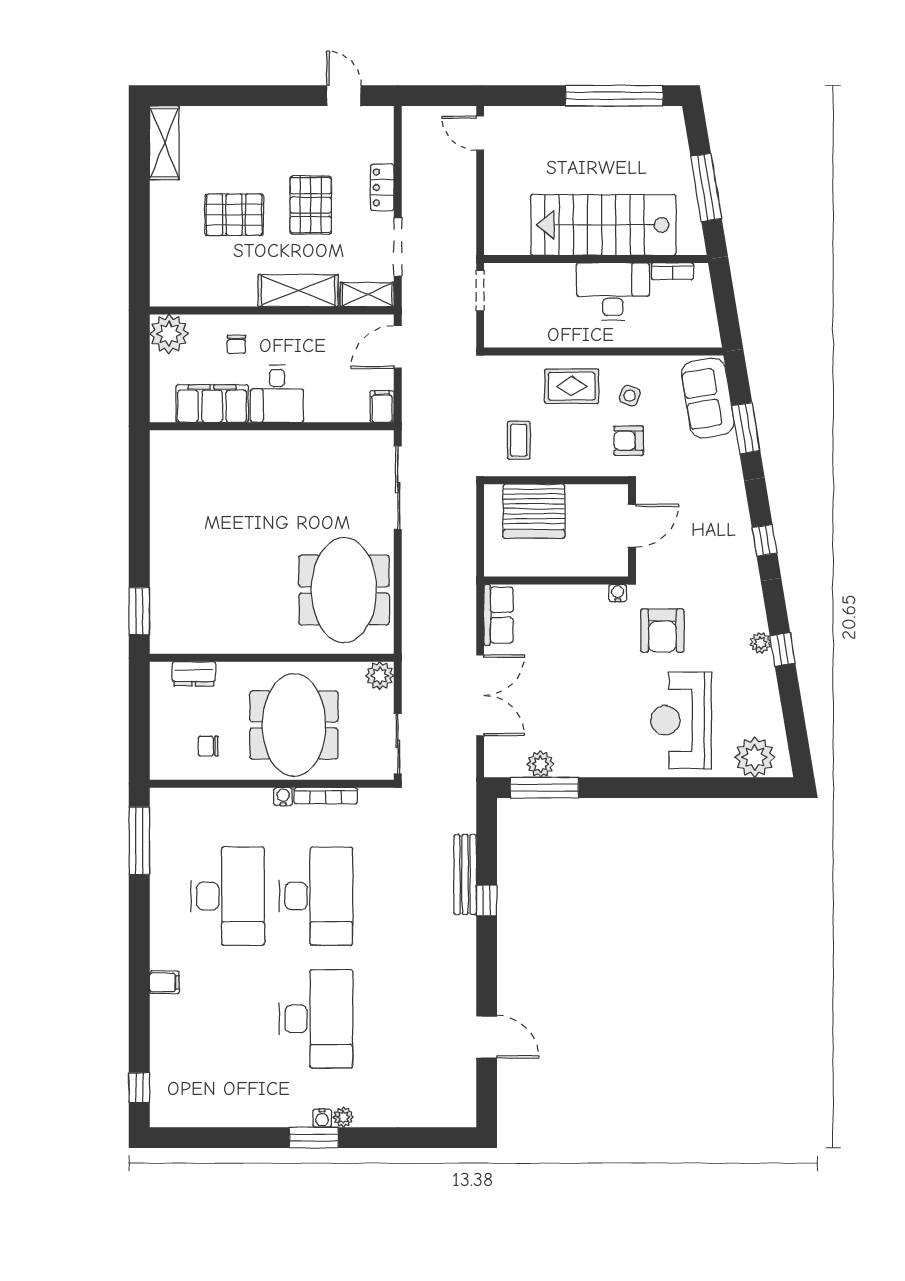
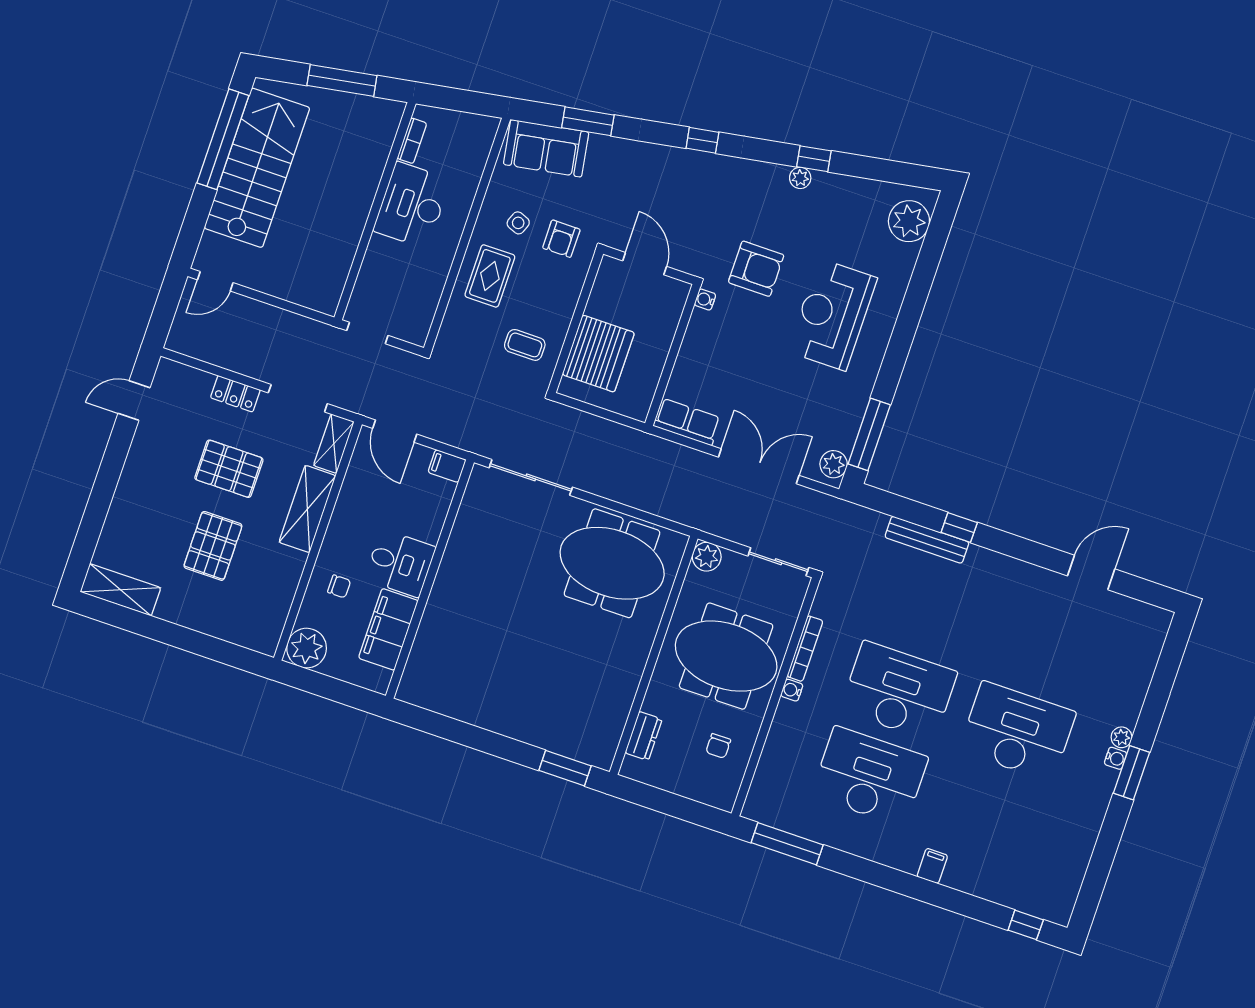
stairs: (603, 225) -> (257, 168), moved, turned 180
reception desk: (681, 720) -> (832, 315), moved, turned 90
plant: (540, 764) -> (834, 464), moved

